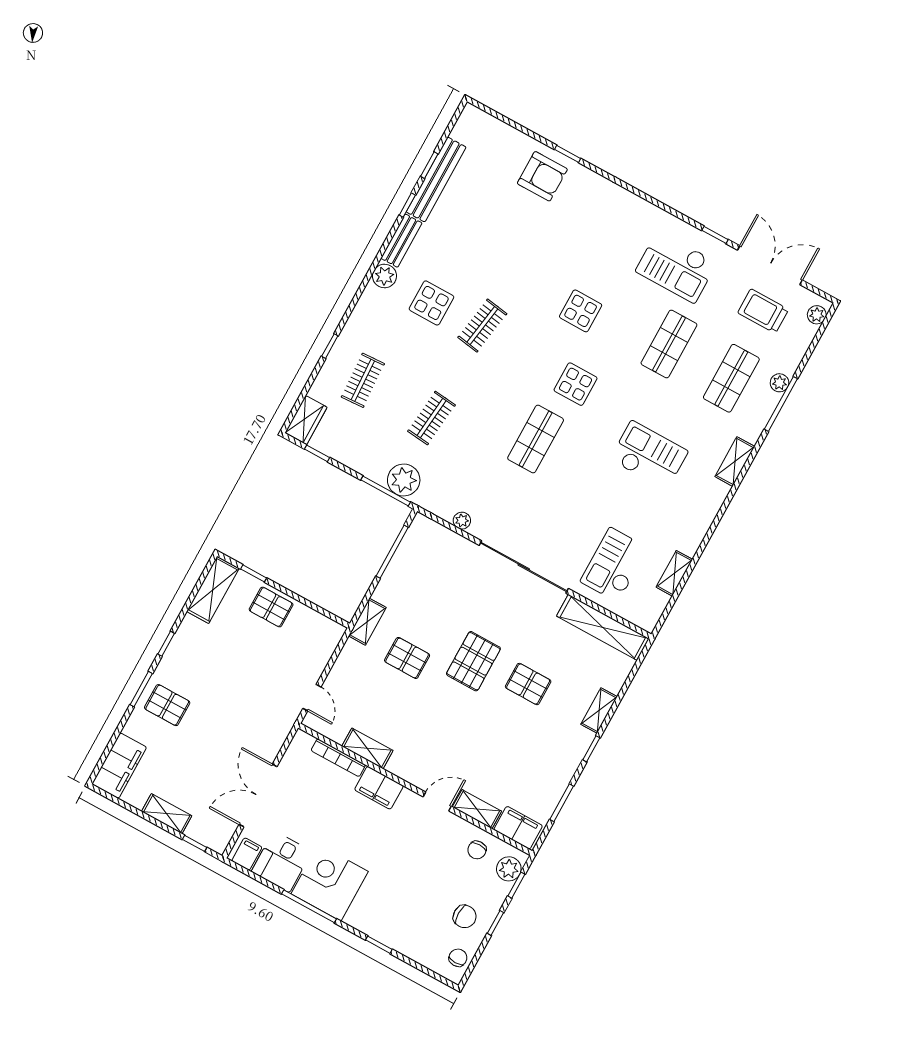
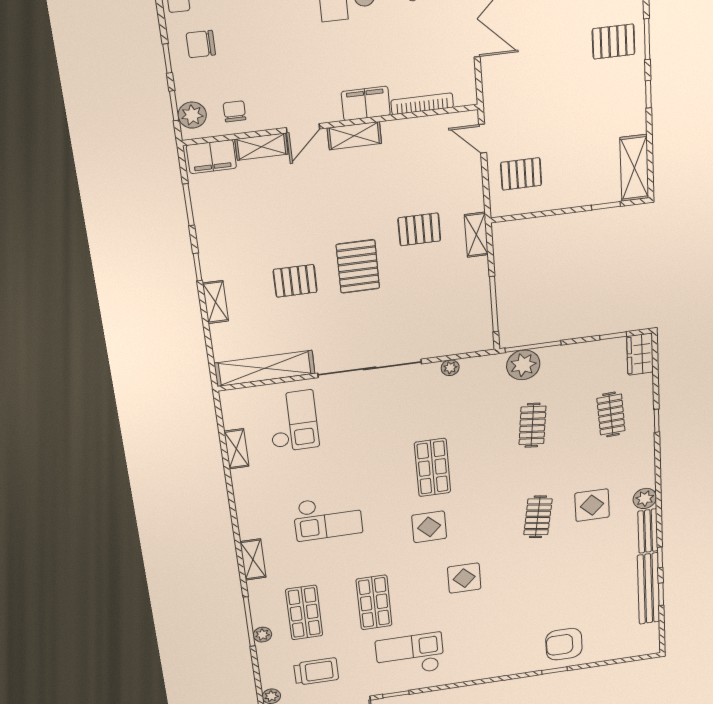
pallet: (271, 607) -> (521, 174), moved
shelving: (367, 748) -> (354, 136), moved

